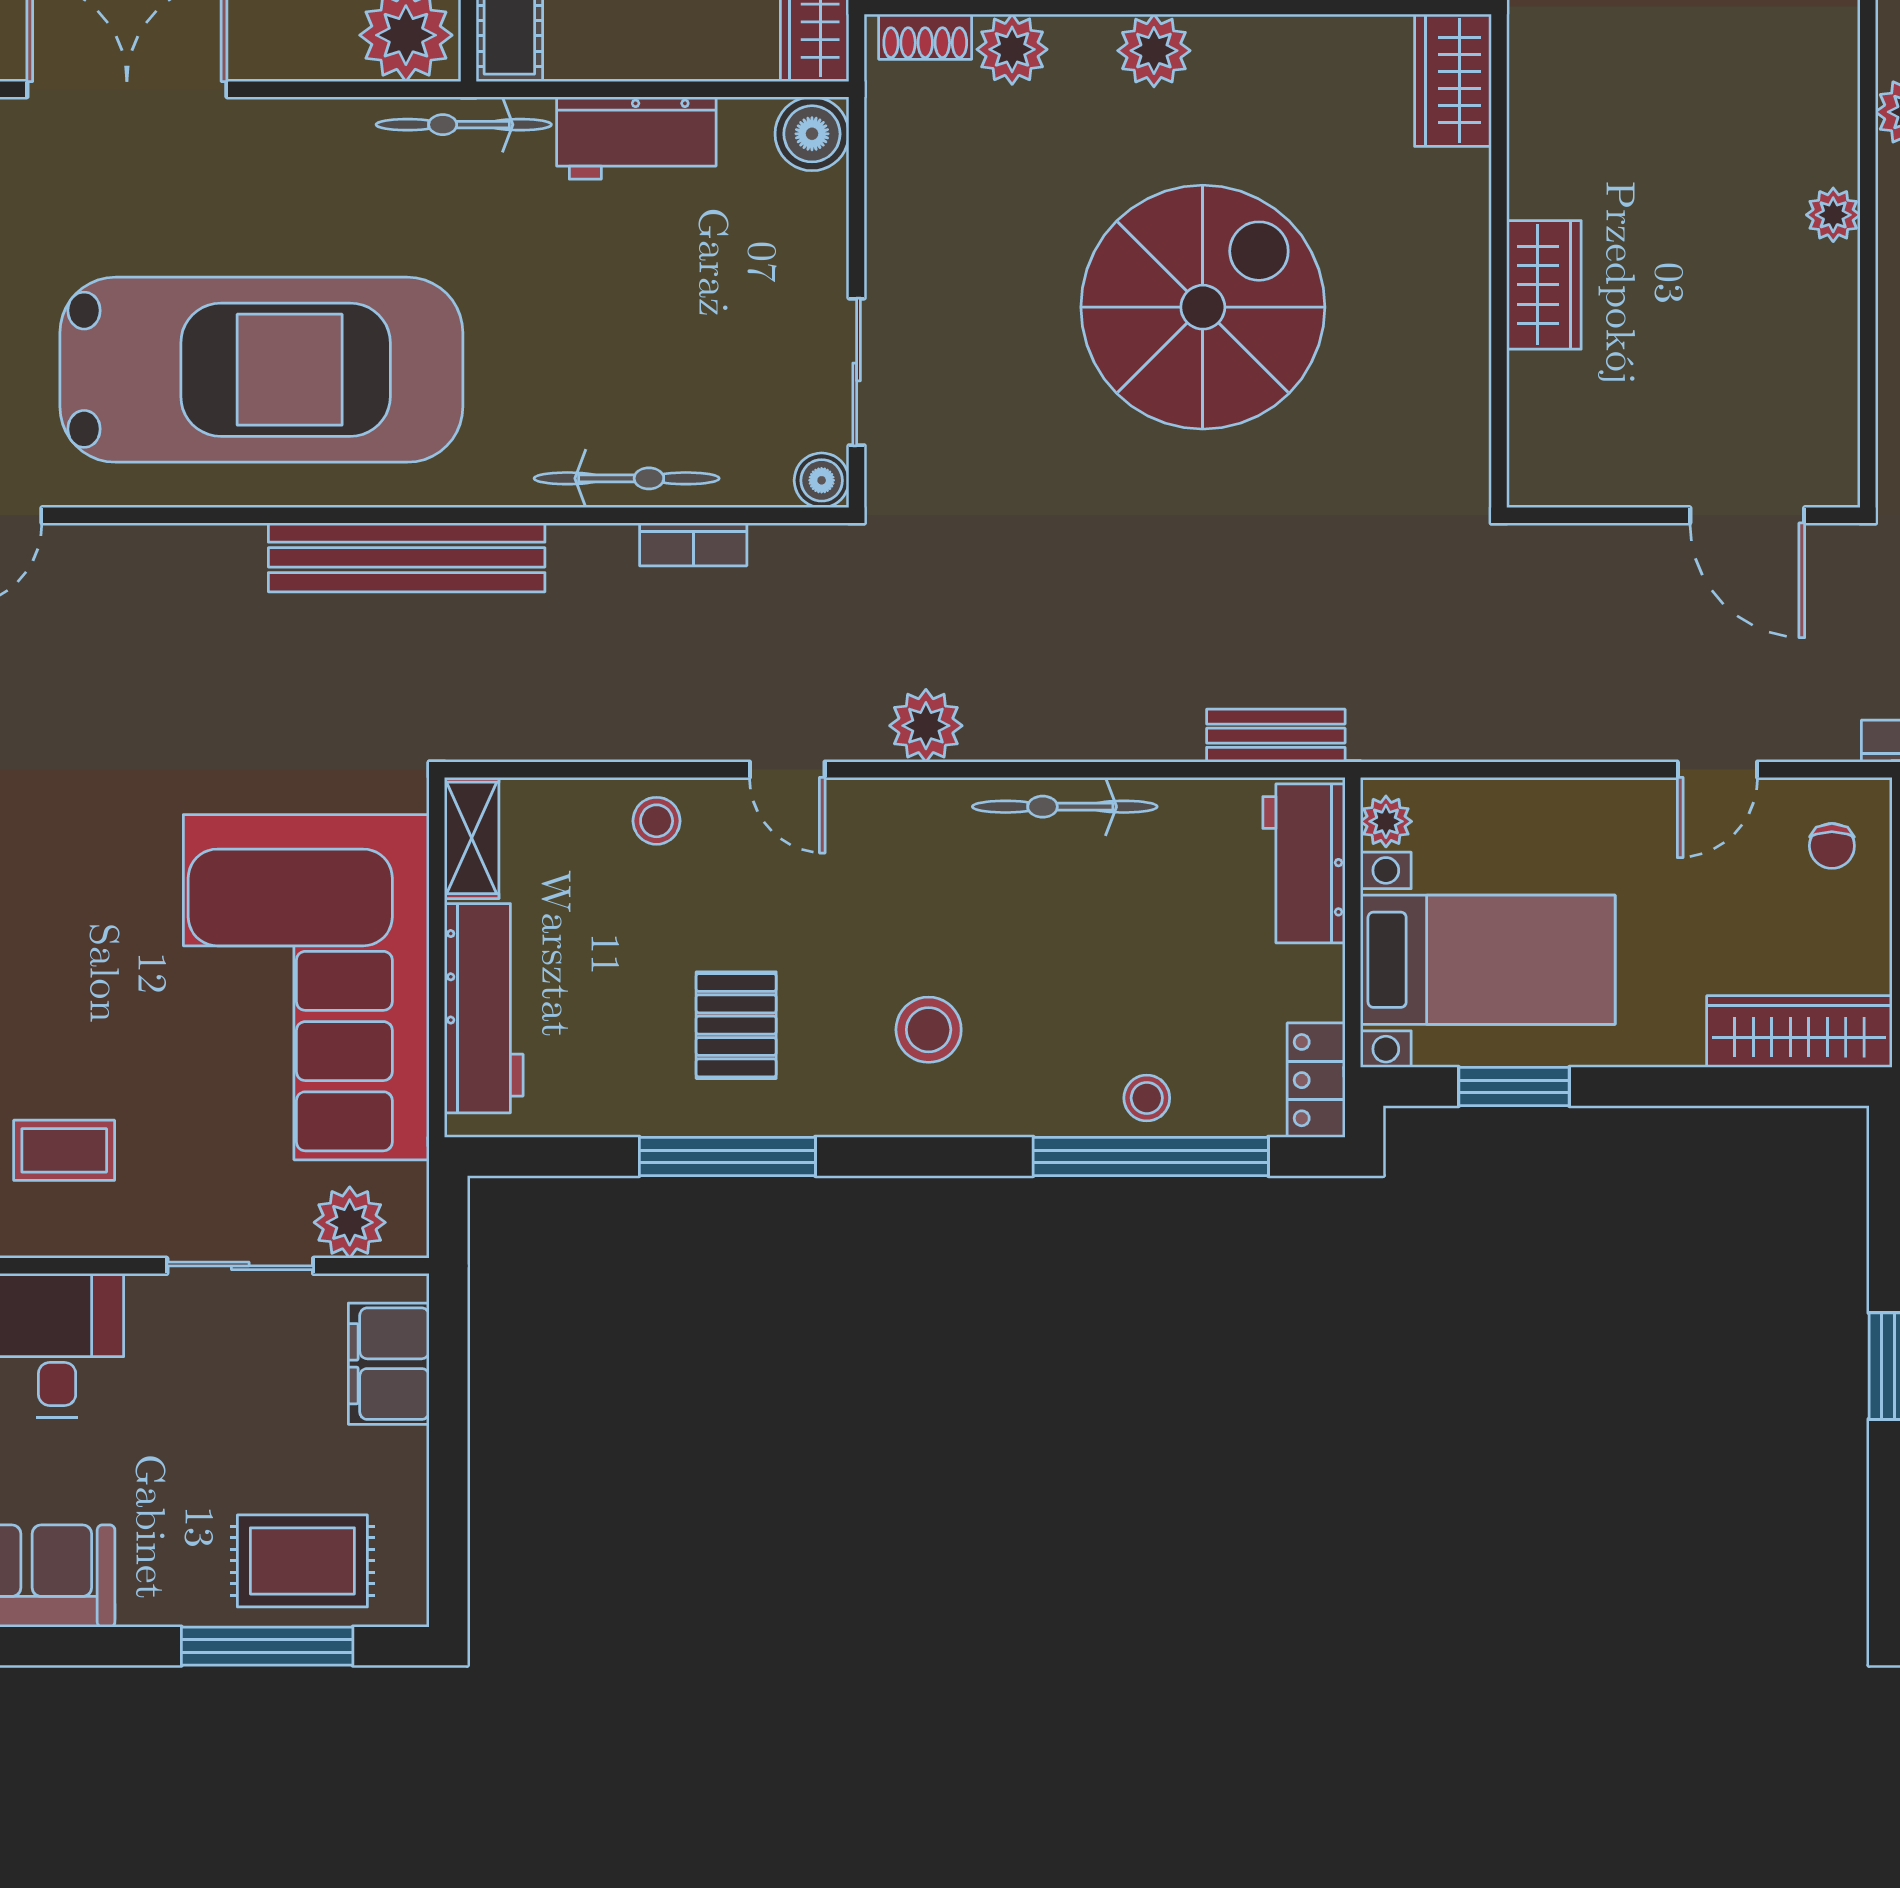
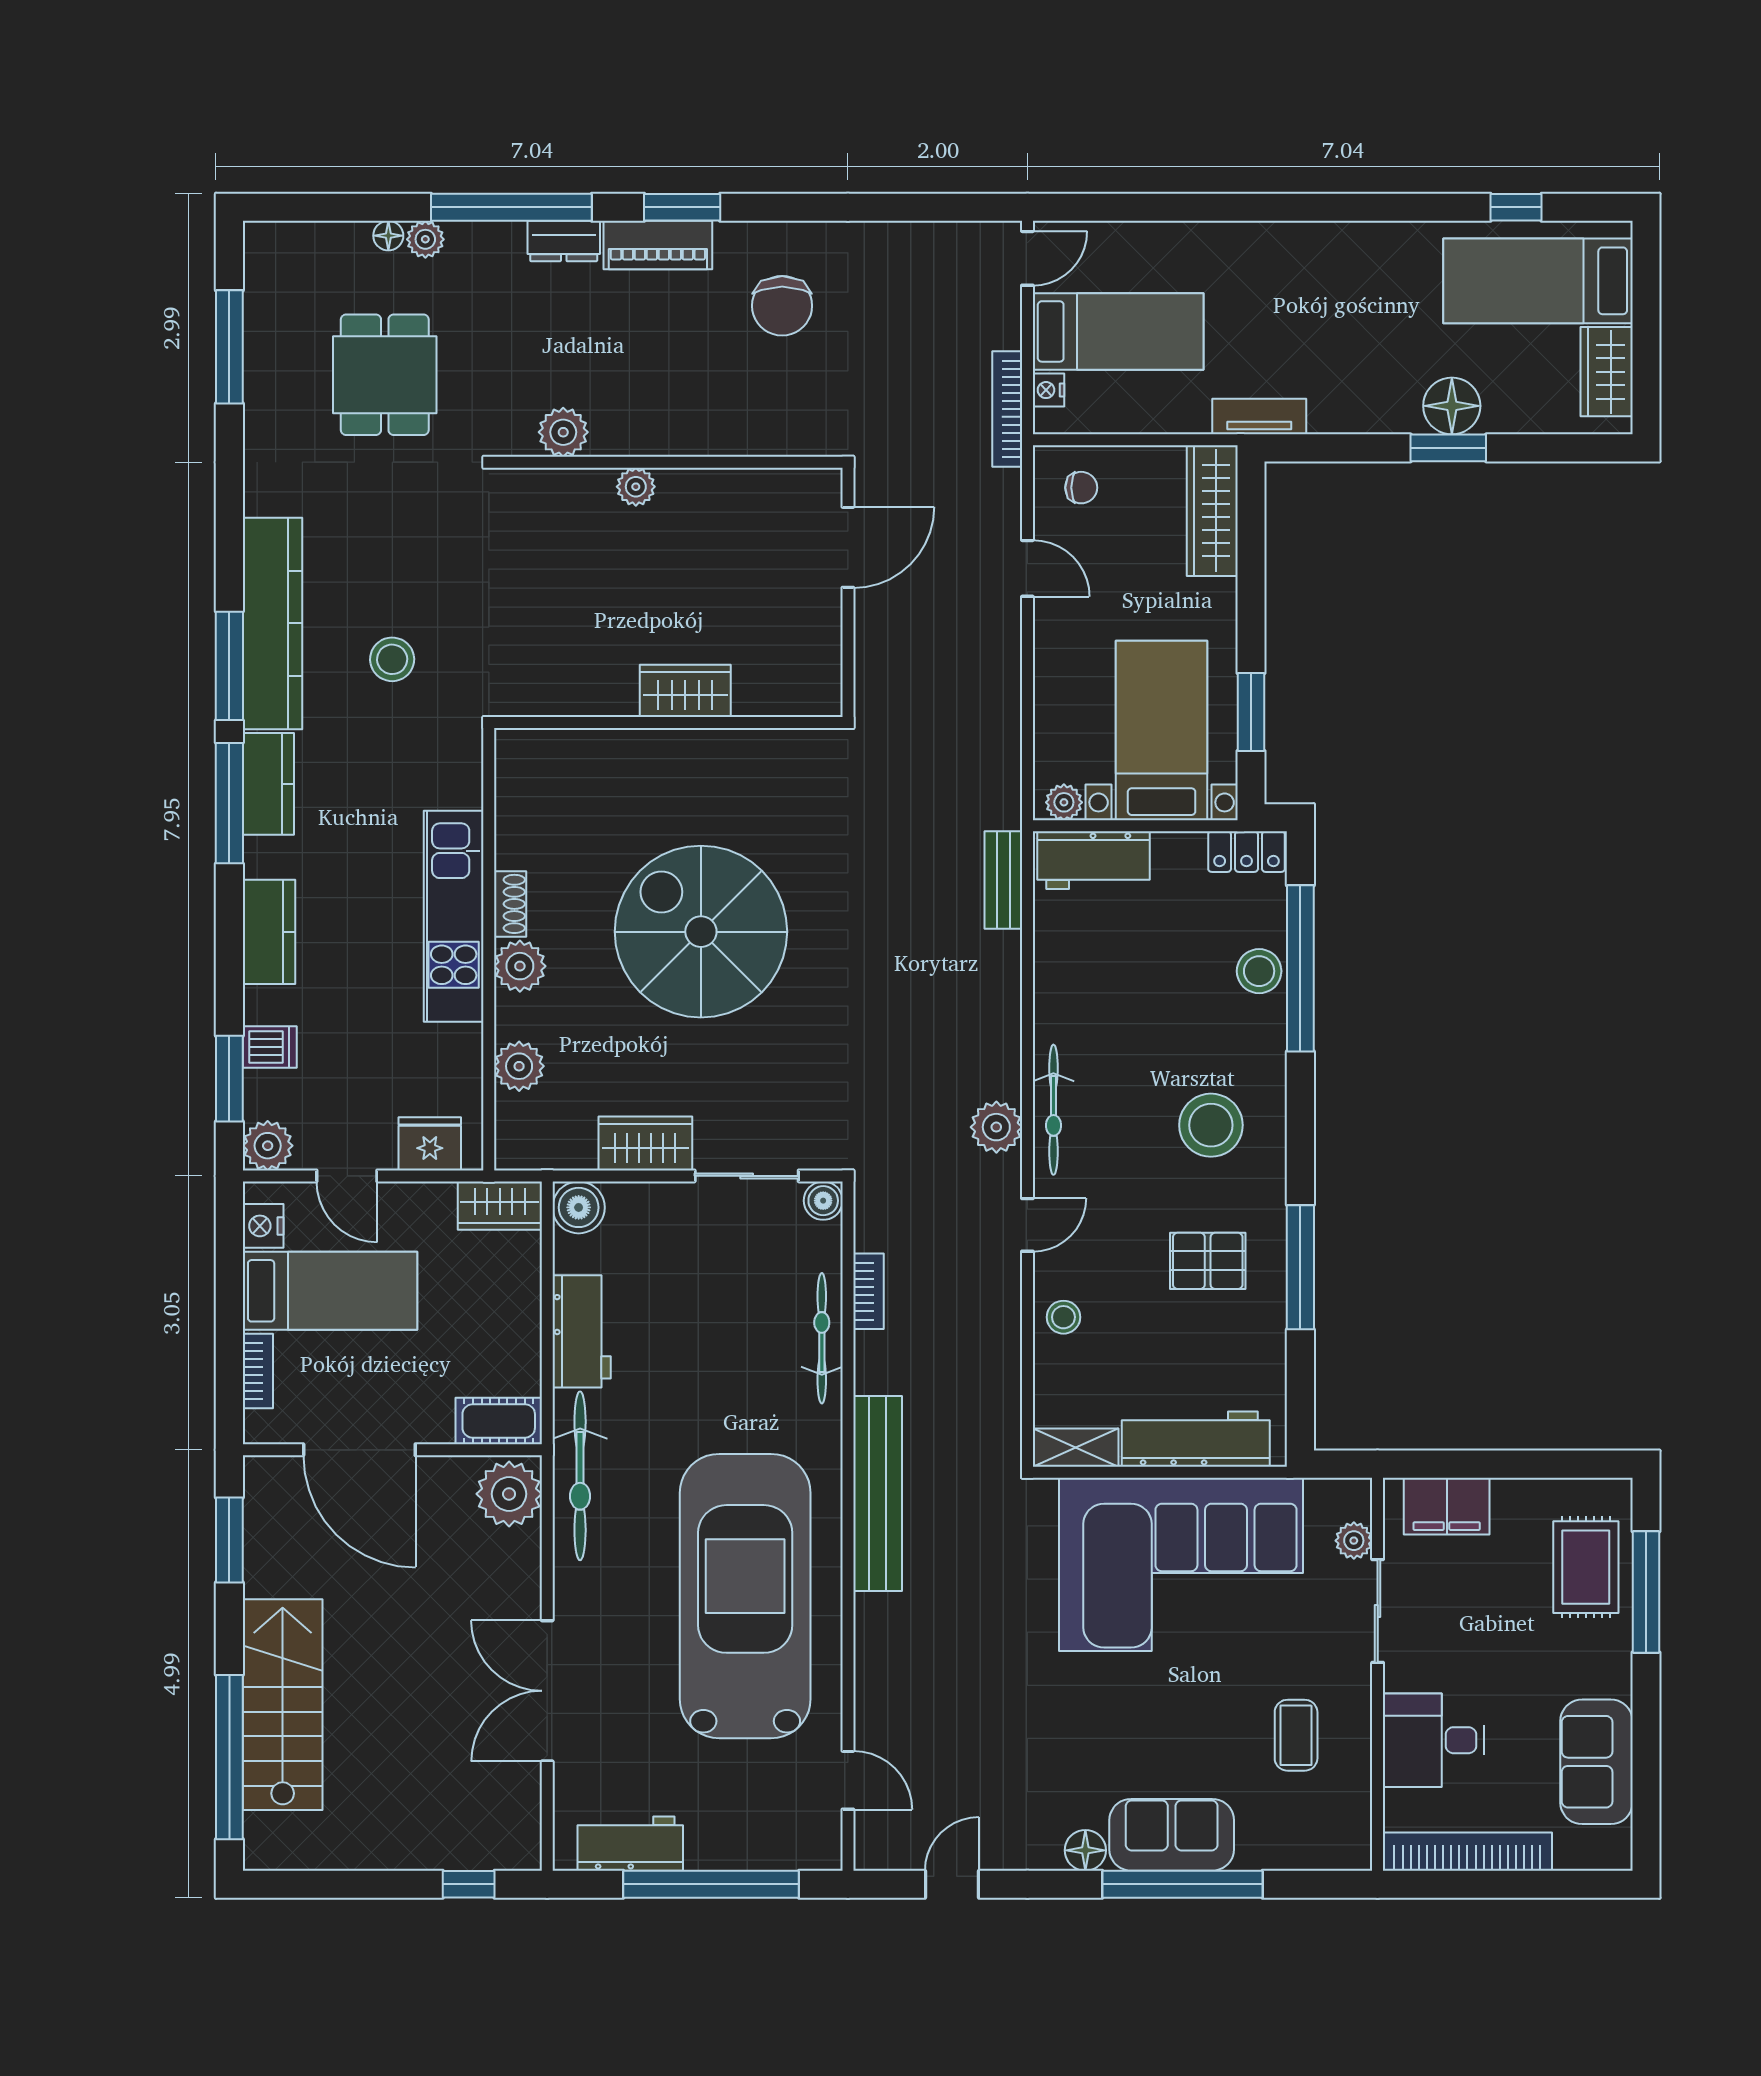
shoe rack: (925, 37) -> (510, 904), moved
wardrobe: (1453, 80) -> (645, 1143), moved, turned 180
bicycle: (464, 125) -> (580, 1476), width x1.37, depth x1.40
bicycle: (1065, 807) -> (1053, 1110), moved
stool: (929, 1030) -> (1211, 1125), width x1.38, depth x1.38
stool: (1147, 1098) -> (1259, 971), width x1.37, depth x1.37
plant: (350, 1222) -> (1354, 1541), width x0.73, depth x0.73

